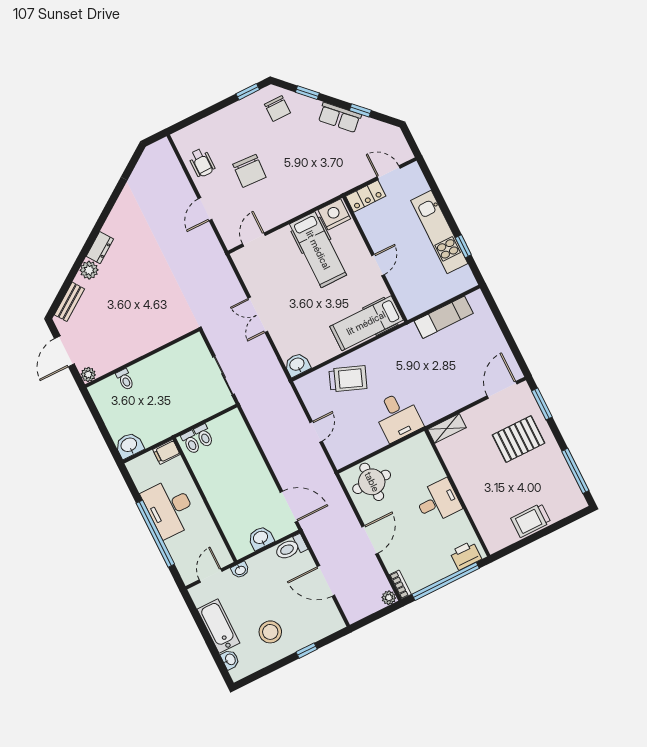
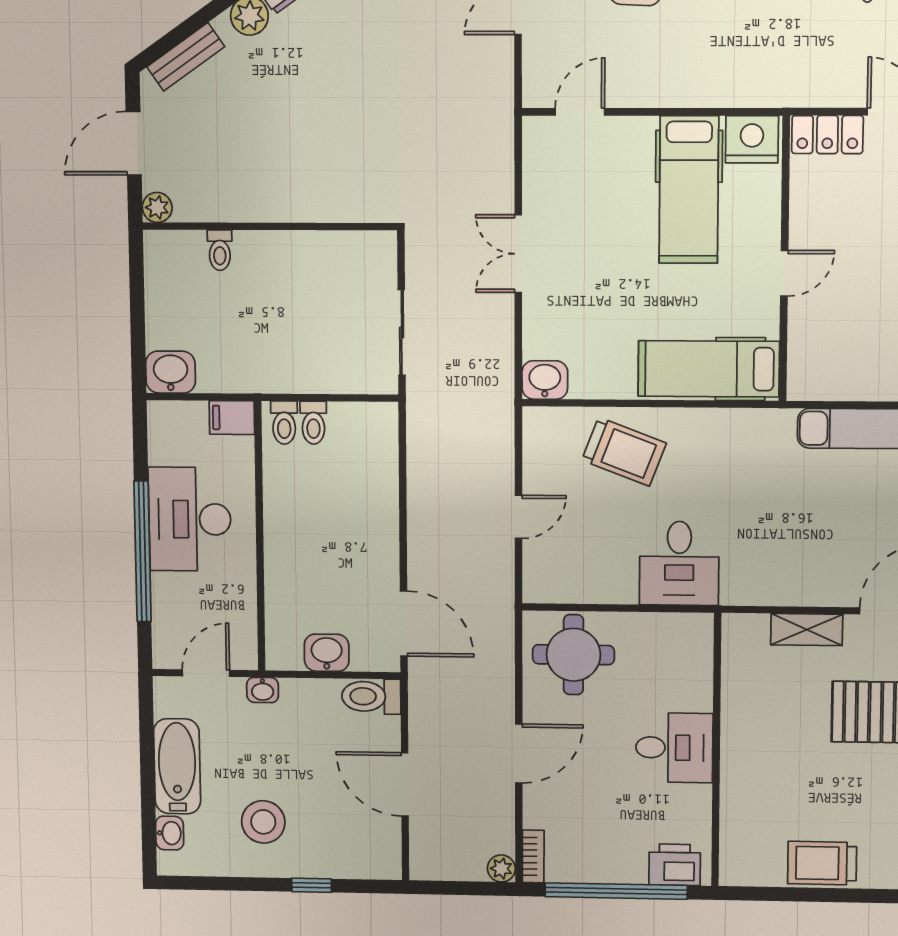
shelving: (447, 428) -> (807, 630), moved

